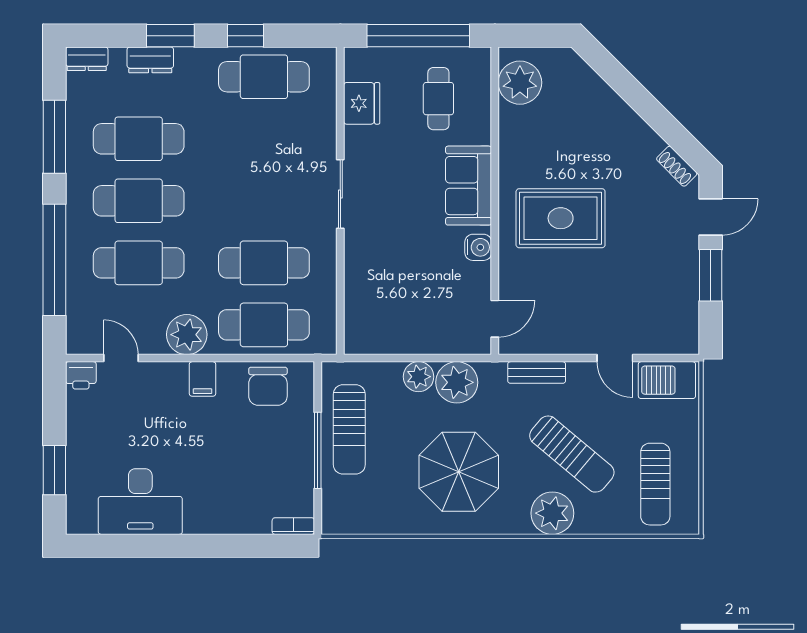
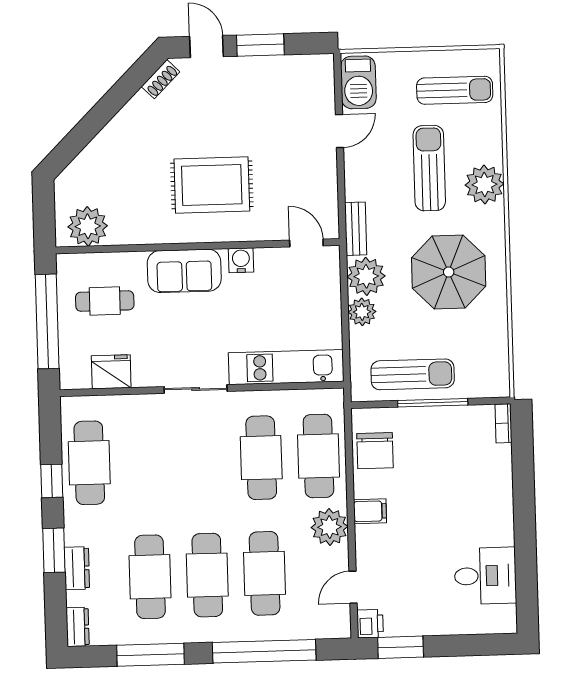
rug: (561, 218) -> (212, 185), turned 90
kitchen unit: (361, 293) -> (286, 367), added
bench: (537, 372) -> (356, 229), moved
chair: (268, 386) -> (375, 451), turned 90
sun lounger: (572, 454) -> (429, 168), turned -40
window: (54, 470) -> (401, 647), moved
desk: (140, 502) -> (485, 576), width x0.73

